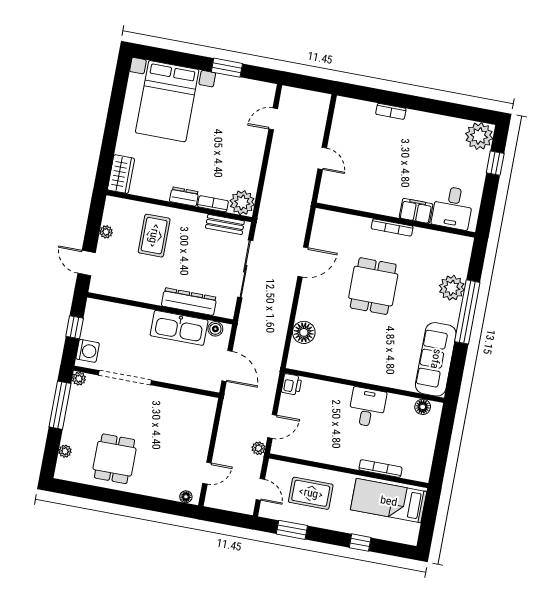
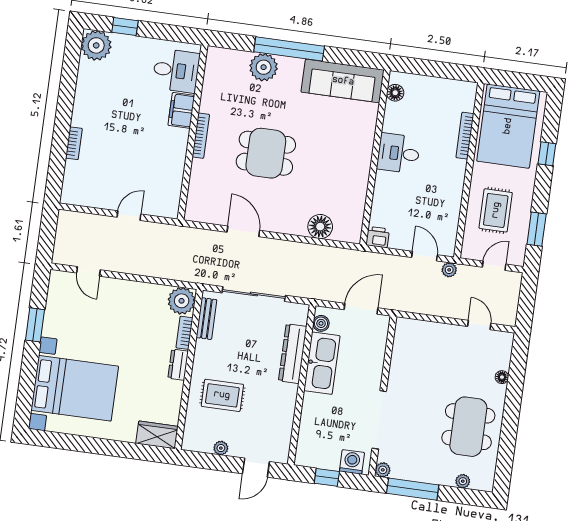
dining table: (115, 459) -> (468, 427), width x1.38
floor lamp: (186, 497) -> (502, 377), moved
bed: (389, 501) -> (508, 126), width x1.50

